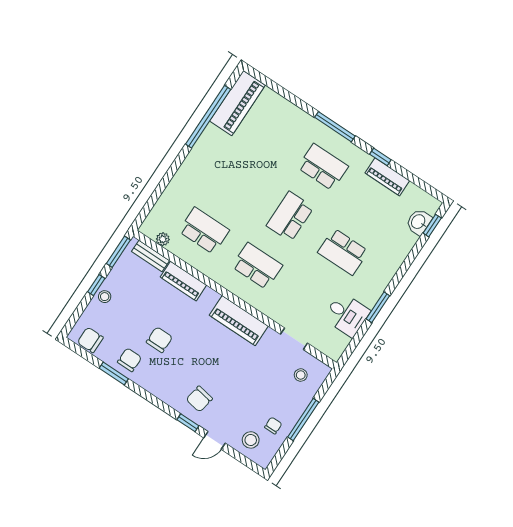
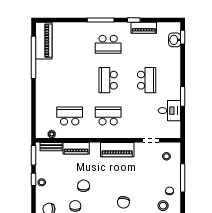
school desk: (323, 167) -> (108, 44), turned 180
school desk: (343, 252) -> (147, 80), turned -90

